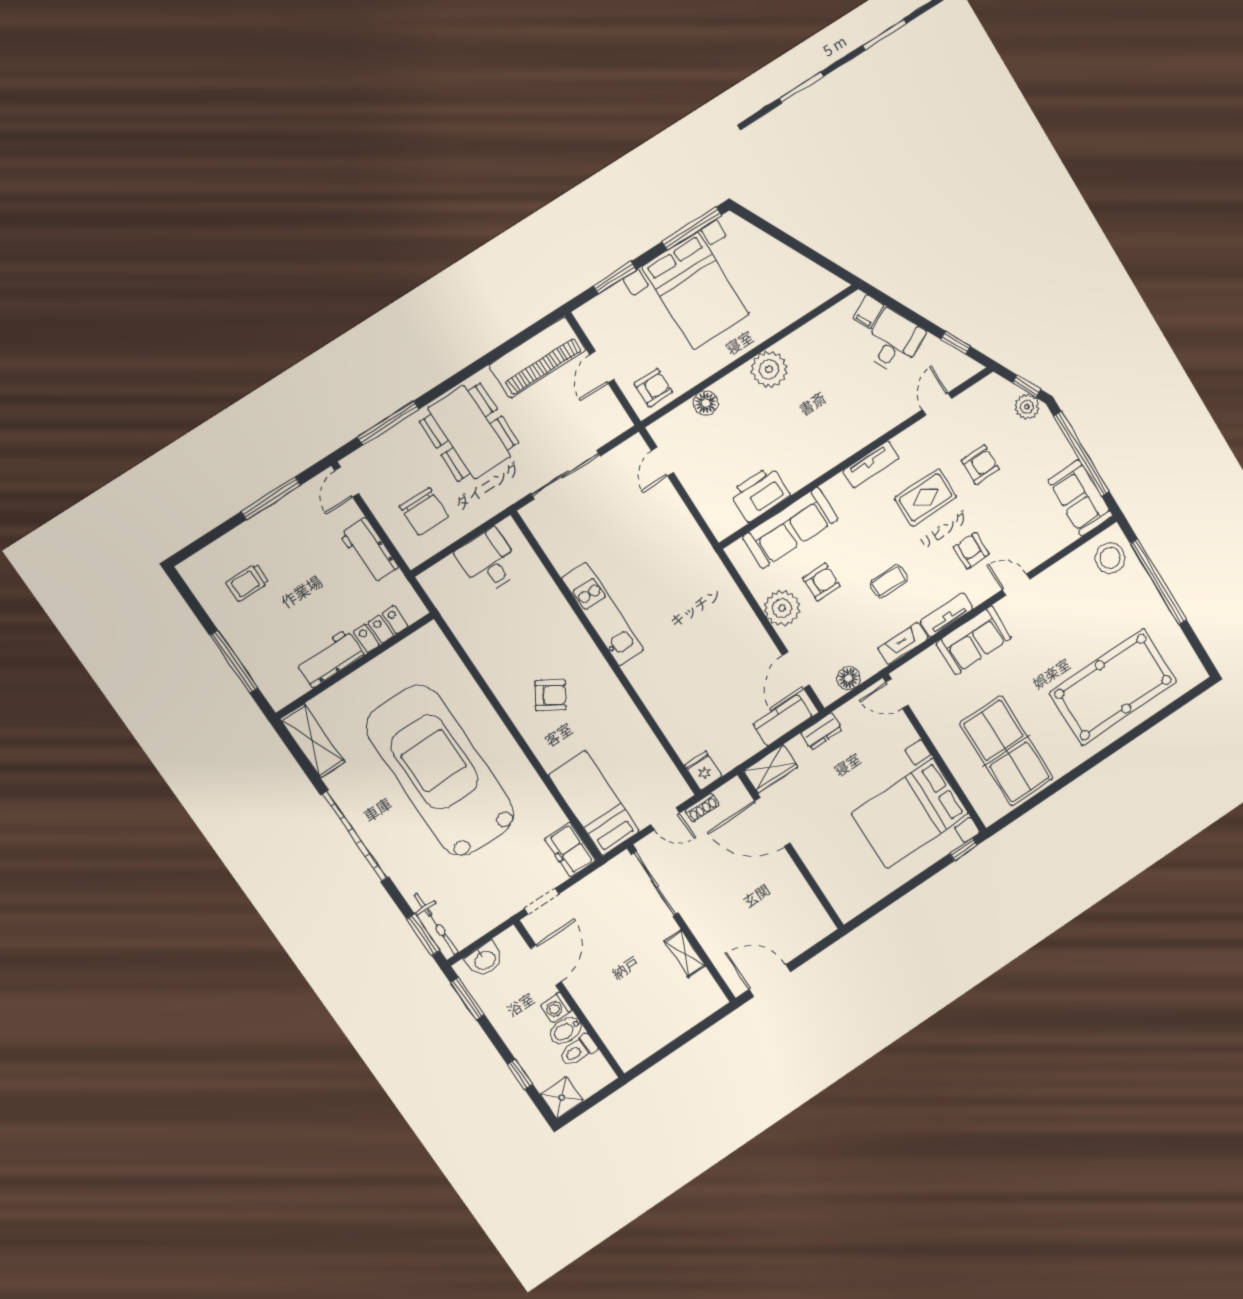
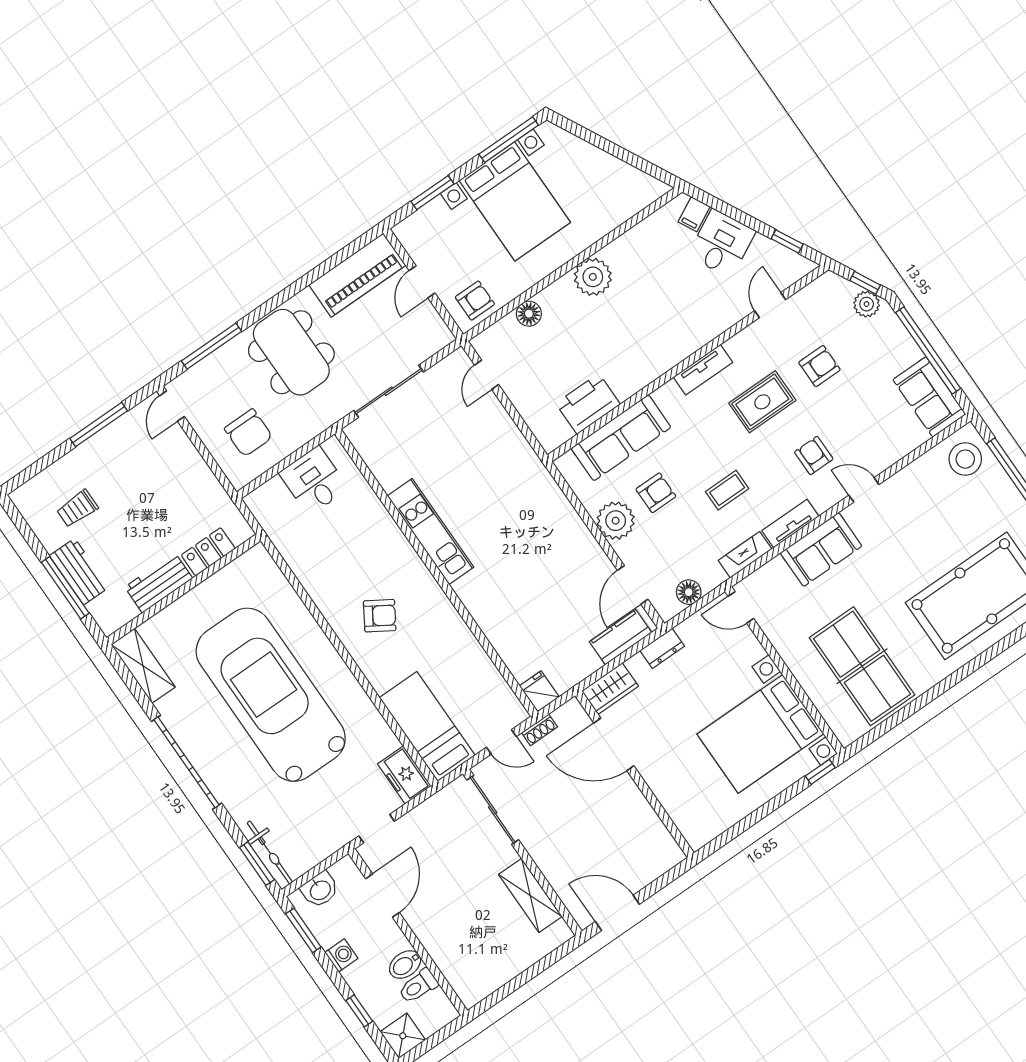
workbench: (369, 551) -> (79, 572), moved, turned 180
shelving: (685, 954) -> (530, 895), width x1.50, depth x1.33
washing machine: (556, 1008) -> (341, 955), moved, turned 180

